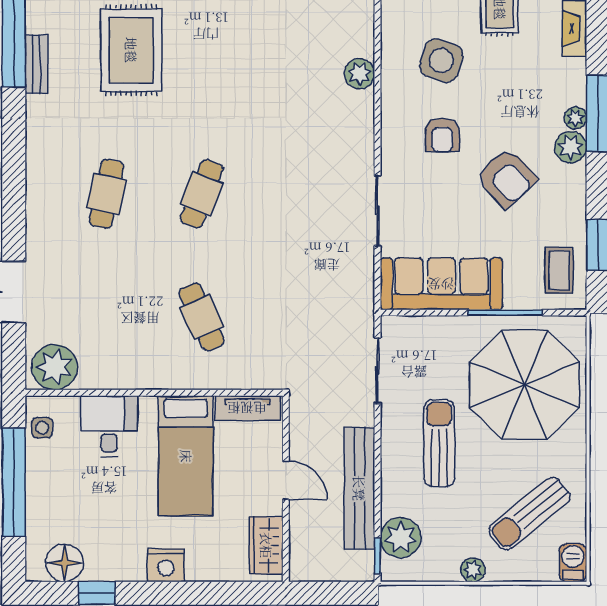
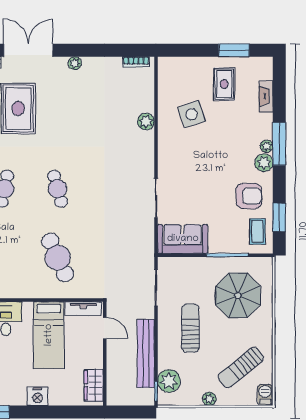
side table: (441, 61) -> (192, 114), turned -36
armchair: (442, 135) -> (192, 156), removed
armchair: (507, 178) -> (249, 196), moved, turned -47
cafe table: (202, 194) -> (58, 189), turned -36
sofa: (441, 284) -> (183, 239), width x0.73
cafe table: (202, 317) -> (58, 258), width x1.37, depth x1.35
parasol: (524, 385) -> (238, 295), width x0.73, depth x0.73
door: (286, 480) -> (105, 328), moved

